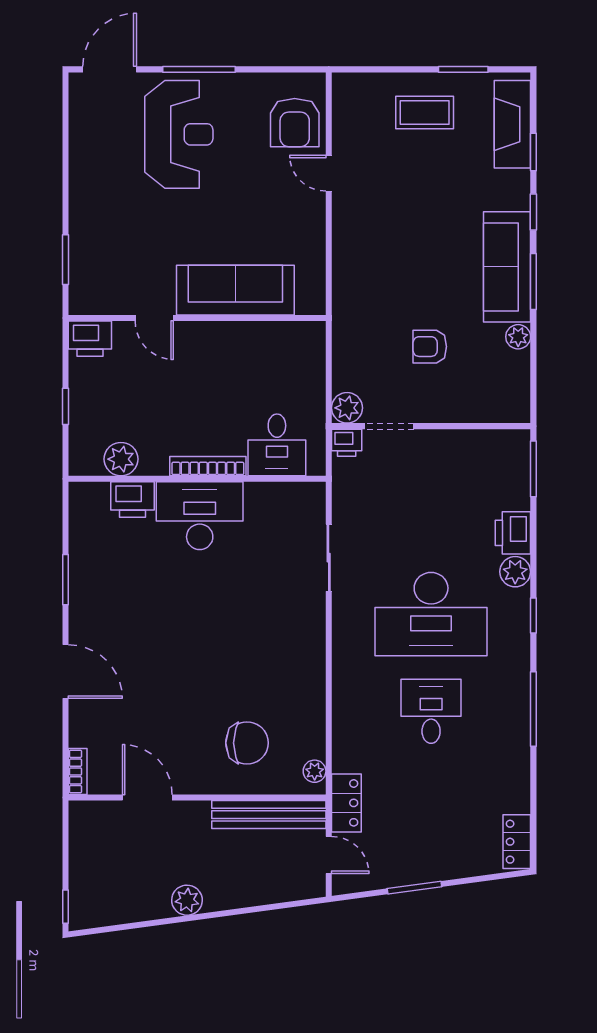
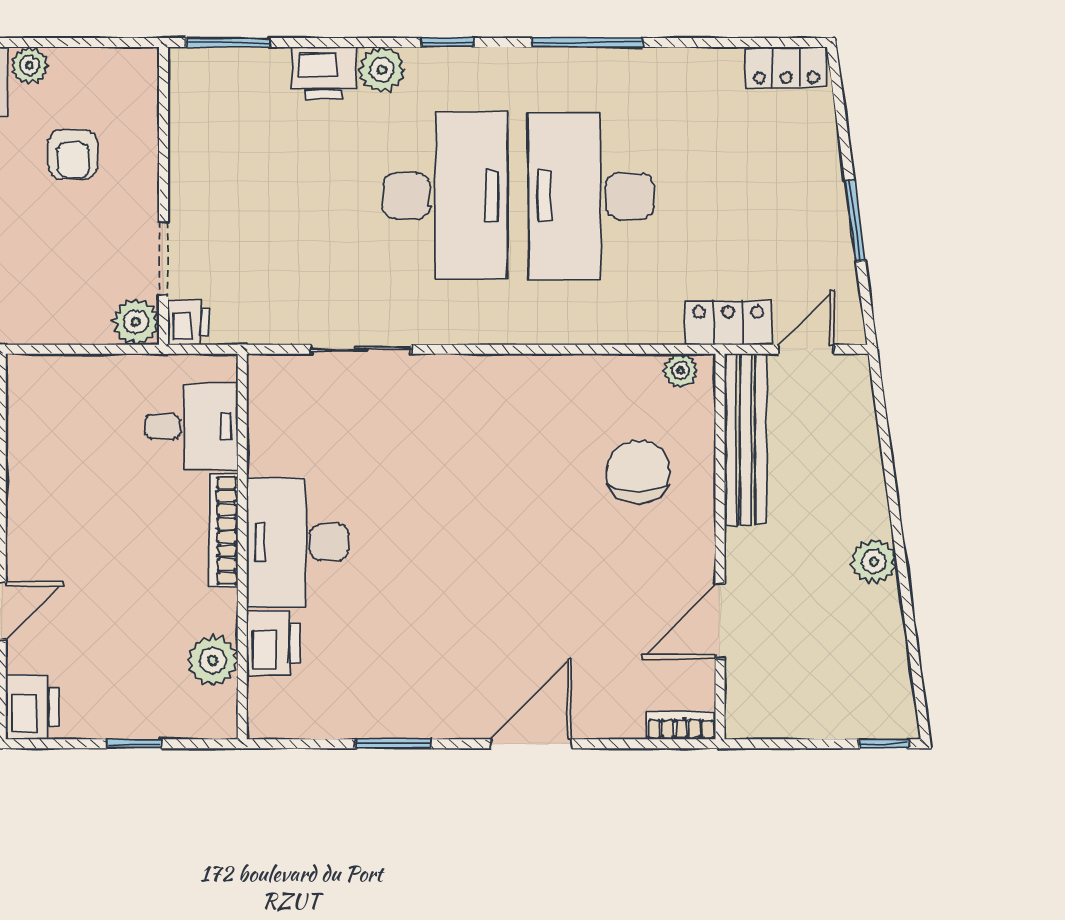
armchair: (430, 347) -> (73, 154), moved
desk: (431, 711) -> (591, 196), width x1.87, depth x1.30

